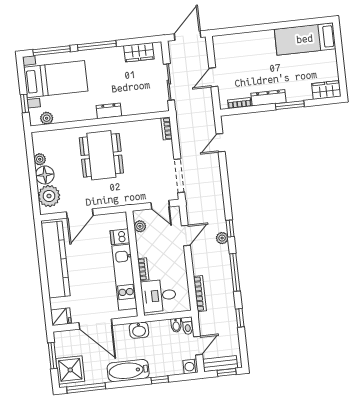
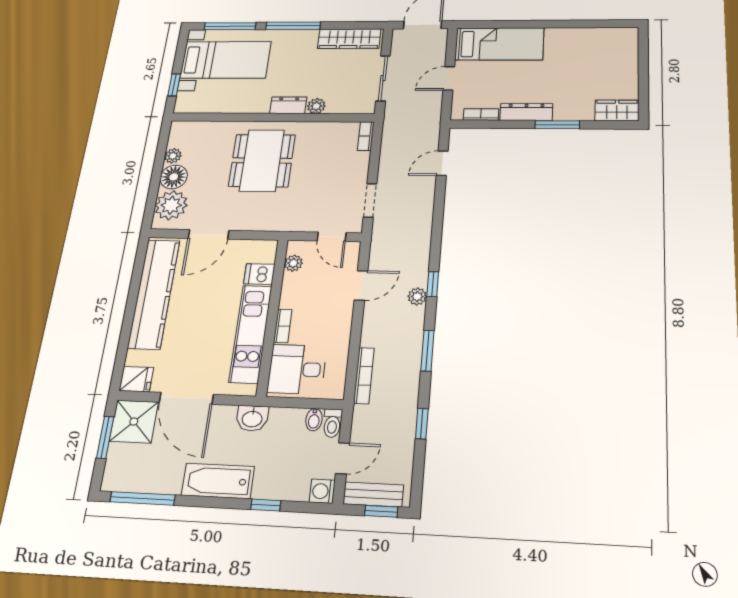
bed: (305, 39) -> (499, 44), moved, turned 180
wardrobe: (139, 52) -> (349, 39), width x1.50
plant: (47, 118) -> (316, 106), moved
doorway: (179, 176) -> (370, 200), width x0.73
window: (235, 272) -> (428, 351), width x0.69
shower: (70, 370) -> (134, 422), moved

